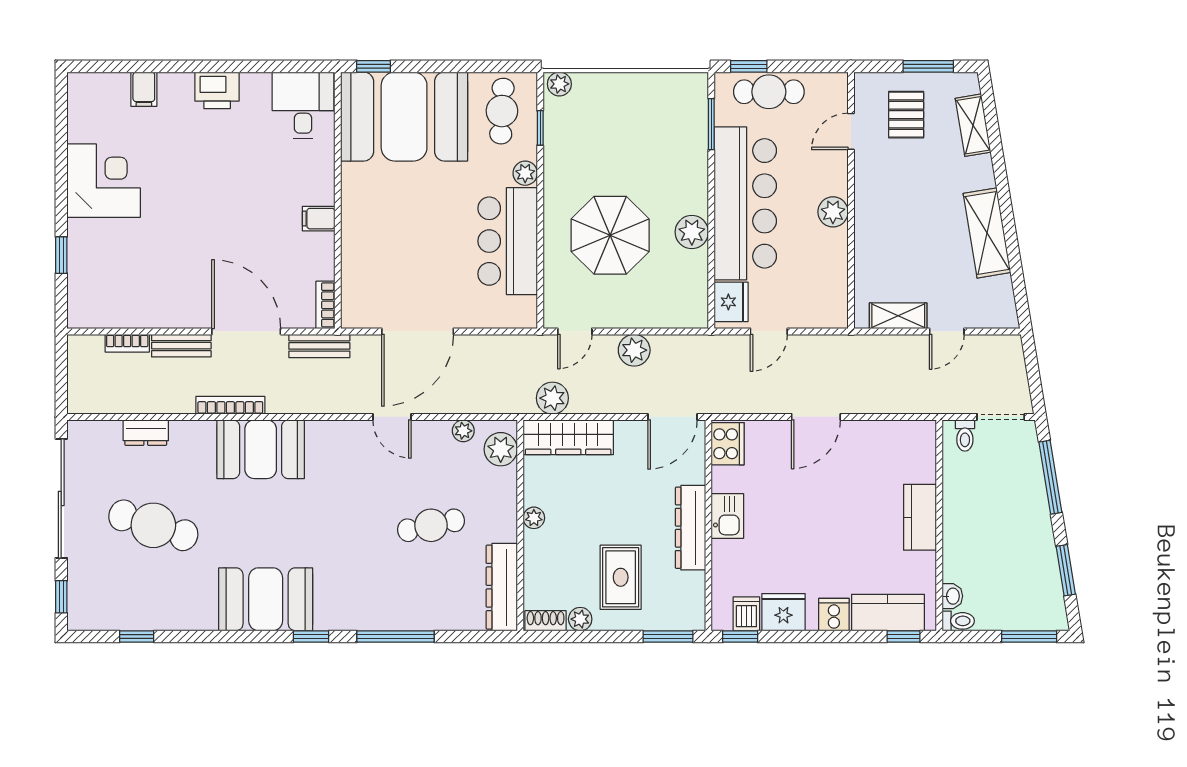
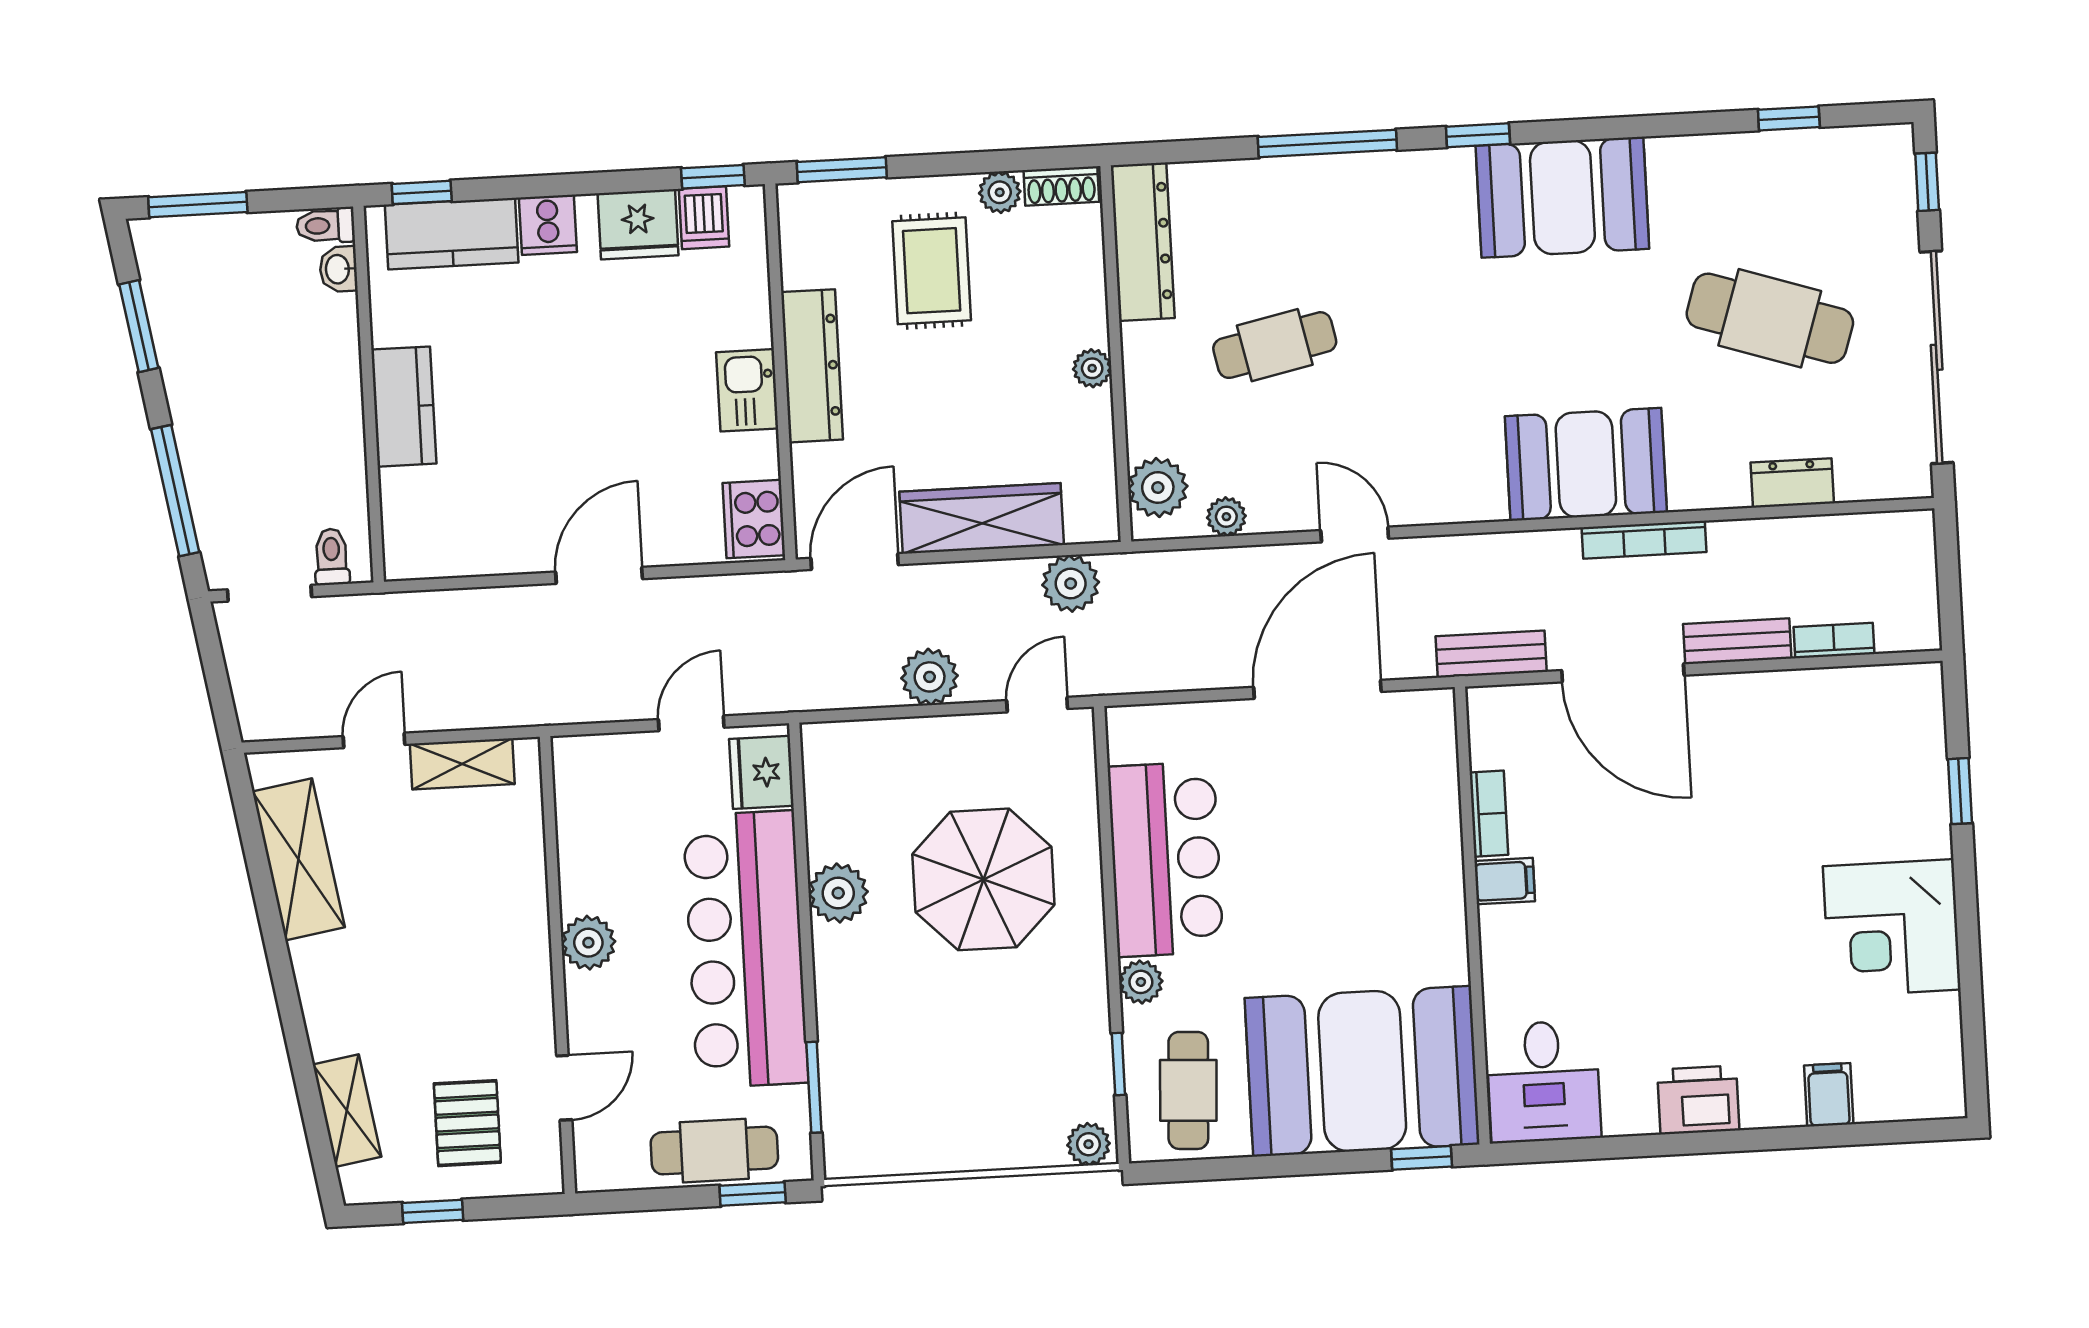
window: (928, 66) -> (433, 1211), width x0.67
shelving: (987, 233) -> (299, 859), moved
bookcase: (325, 305) -> (1489, 814), moved
wardrobe: (568, 437) -> (982, 518), moved

